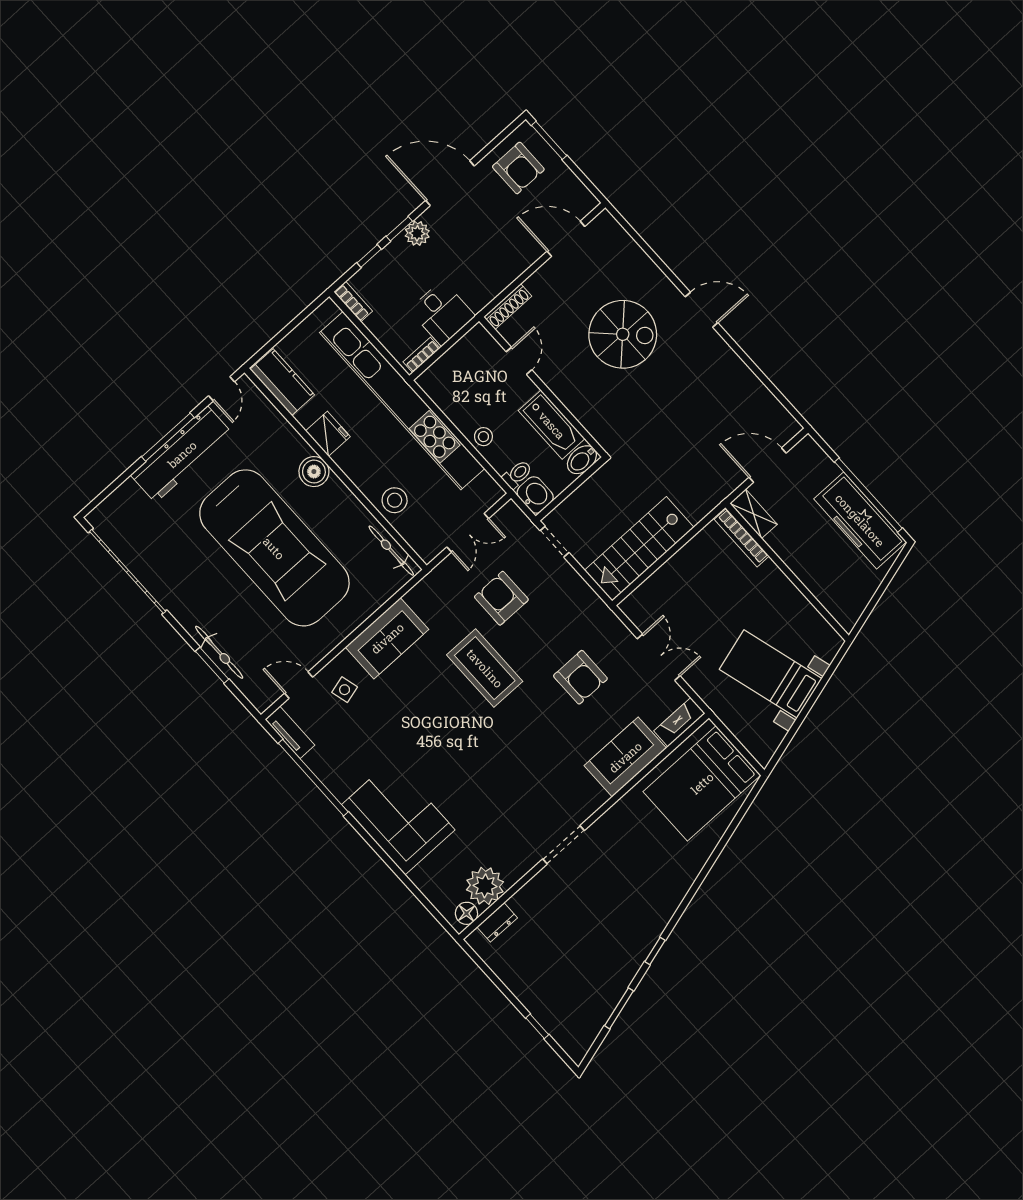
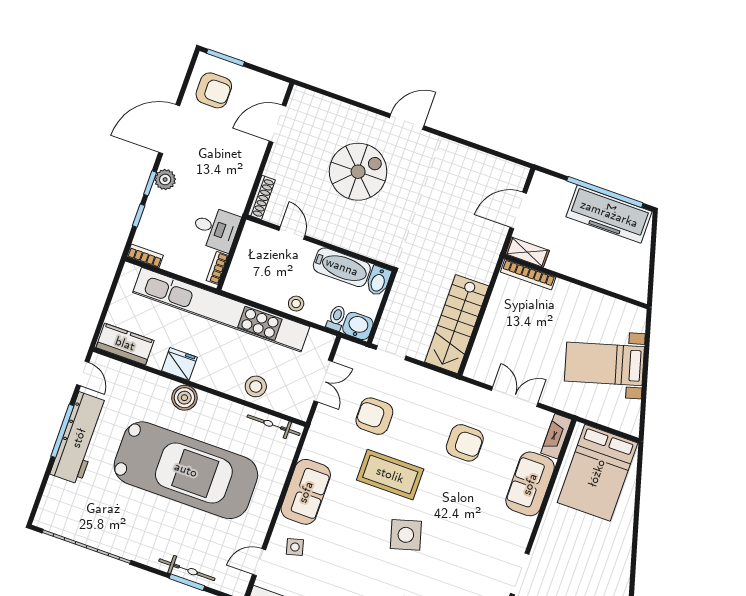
side table: (467, 740) -> (406, 535), added

